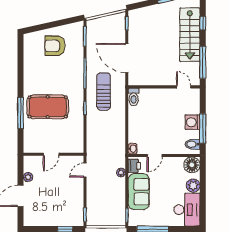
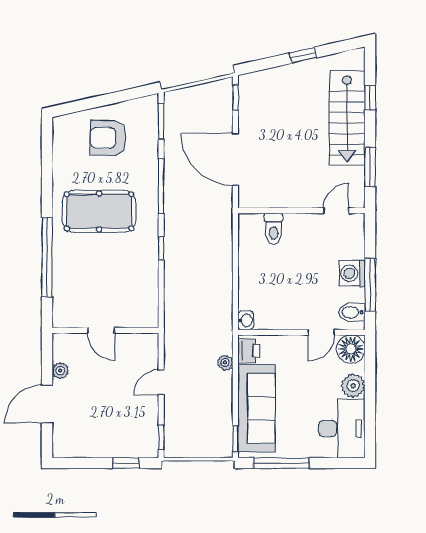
window: (203, 62) -> (370, 167), width x0.69
door: (184, 87) -> (336, 211), hinge flipped
sun lounger: (104, 92) -> (194, 219), removed
toilet: (134, 97) -> (274, 229), moved
pool table: (48, 107) -> (99, 211), moved
window: (21, 113) -> (47, 257), width x1.46
door: (51, 154) -> (101, 330), hinge flipped
door: (155, 156) -> (321, 332), moved
door: (85, 170) -> (161, 382), moved
sofa: (139, 192) -> (256, 408), width x1.36

